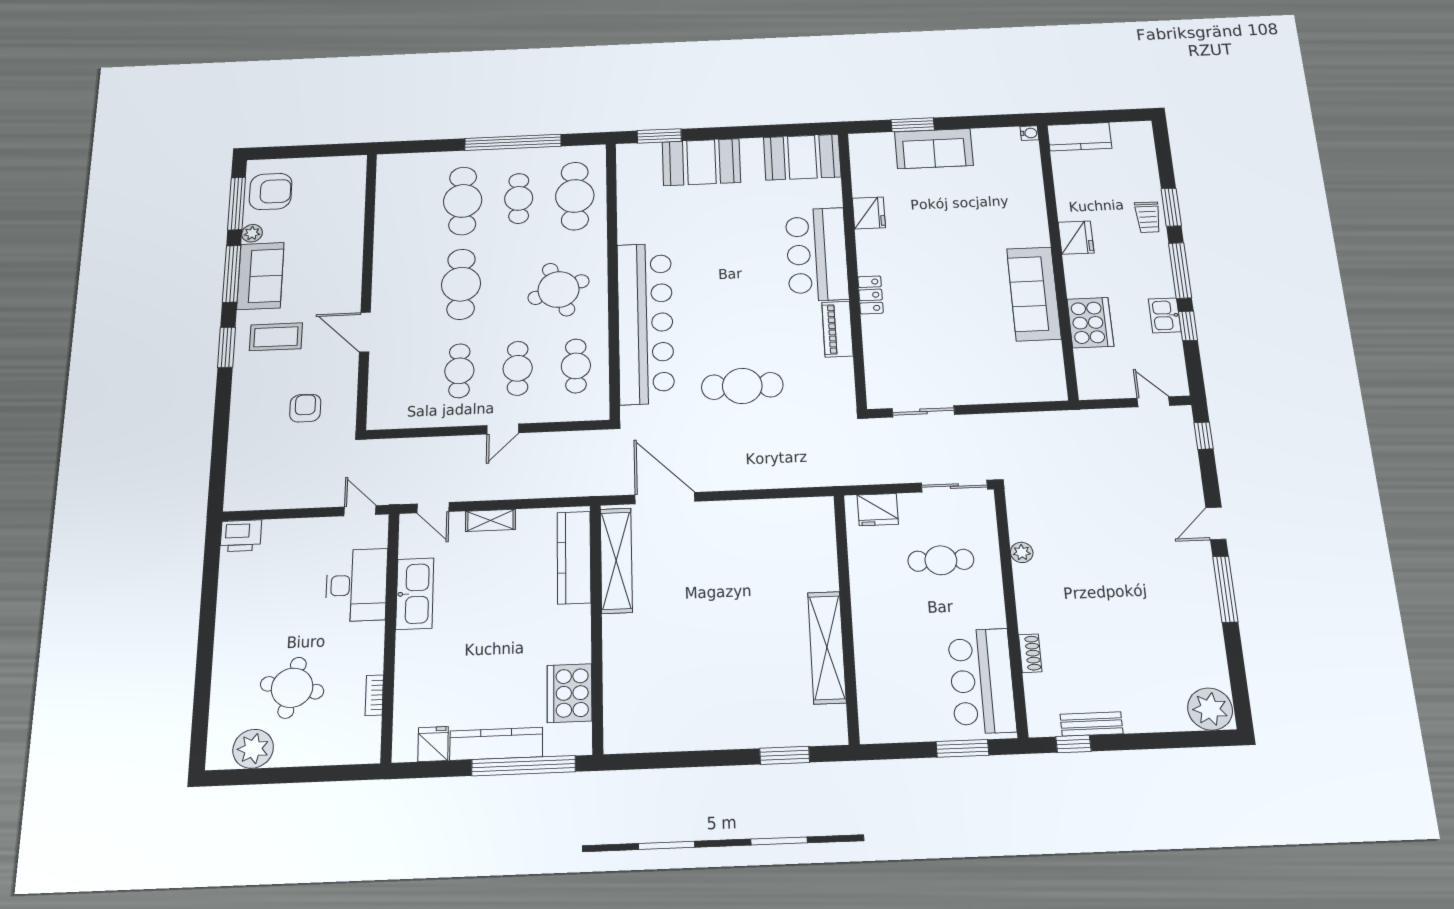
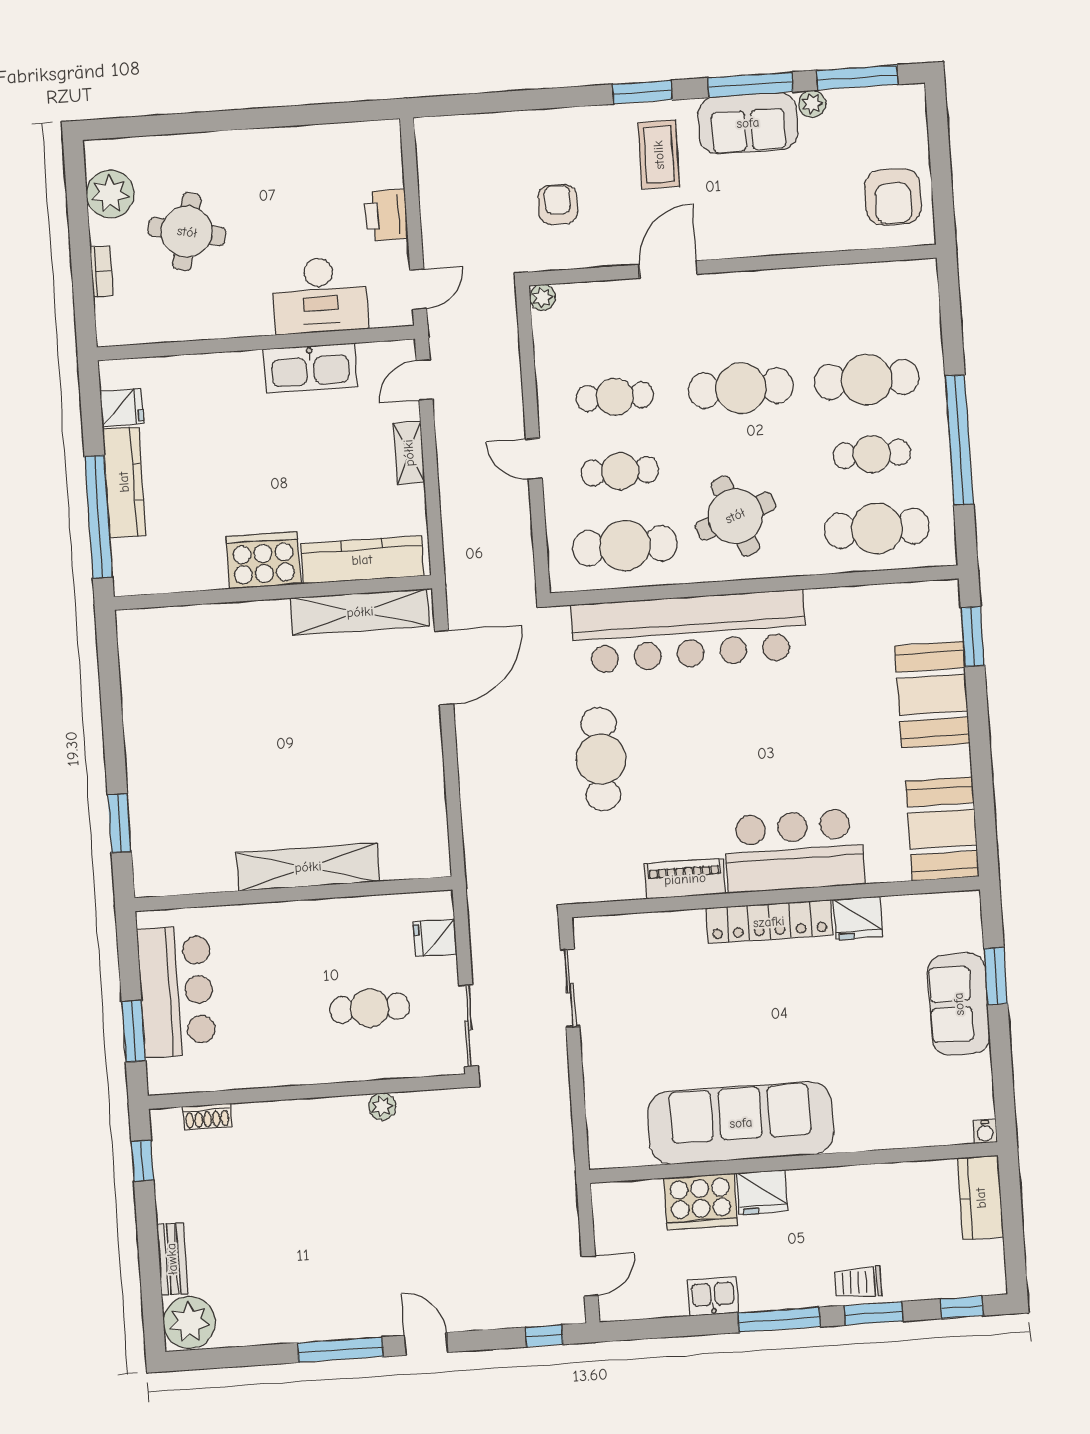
armchair: (271, 191) -> (893, 197), moved
fridge: (1076, 238) -> (762, 1192), moved
sofa: (1034, 294) -> (741, 1123), width x1.36, depth x1.27
locker: (871, 295) -> (769, 922), width x2.16, depth x1.21
window: (1188, 326) -> (962, 1307), moved
cafe table: (576, 366) -> (625, 546), width x1.37, depth x1.35
armchair: (305, 408) -> (558, 204), turned -90
plant: (377, 420) -> (543, 297), added
fridge: (878, 510) -> (435, 938), width x0.72
printer: (241, 536) -> (386, 215), moved
cafe table: (941, 560) -> (370, 1008), turned 90
shelving: (827, 647) -> (308, 867), moved
shoe rack: (1030, 653) -> (207, 1117), moved
bar counter: (982, 681) -> (177, 991), moved, turned 90
cooker: (570, 693) -> (263, 560), moved
bookcase: (374, 695) -> (102, 271), moved, turned 90
bench: (1092, 724) -> (172, 1259), moved

